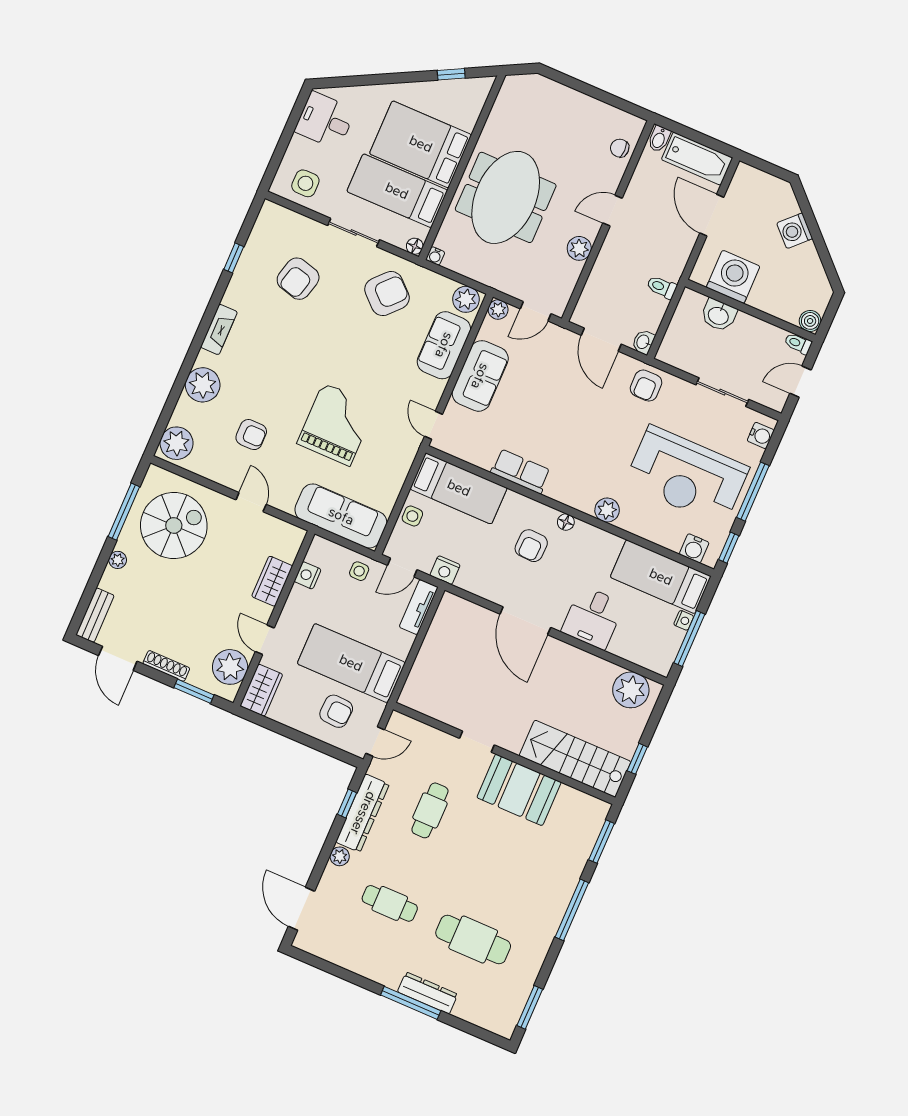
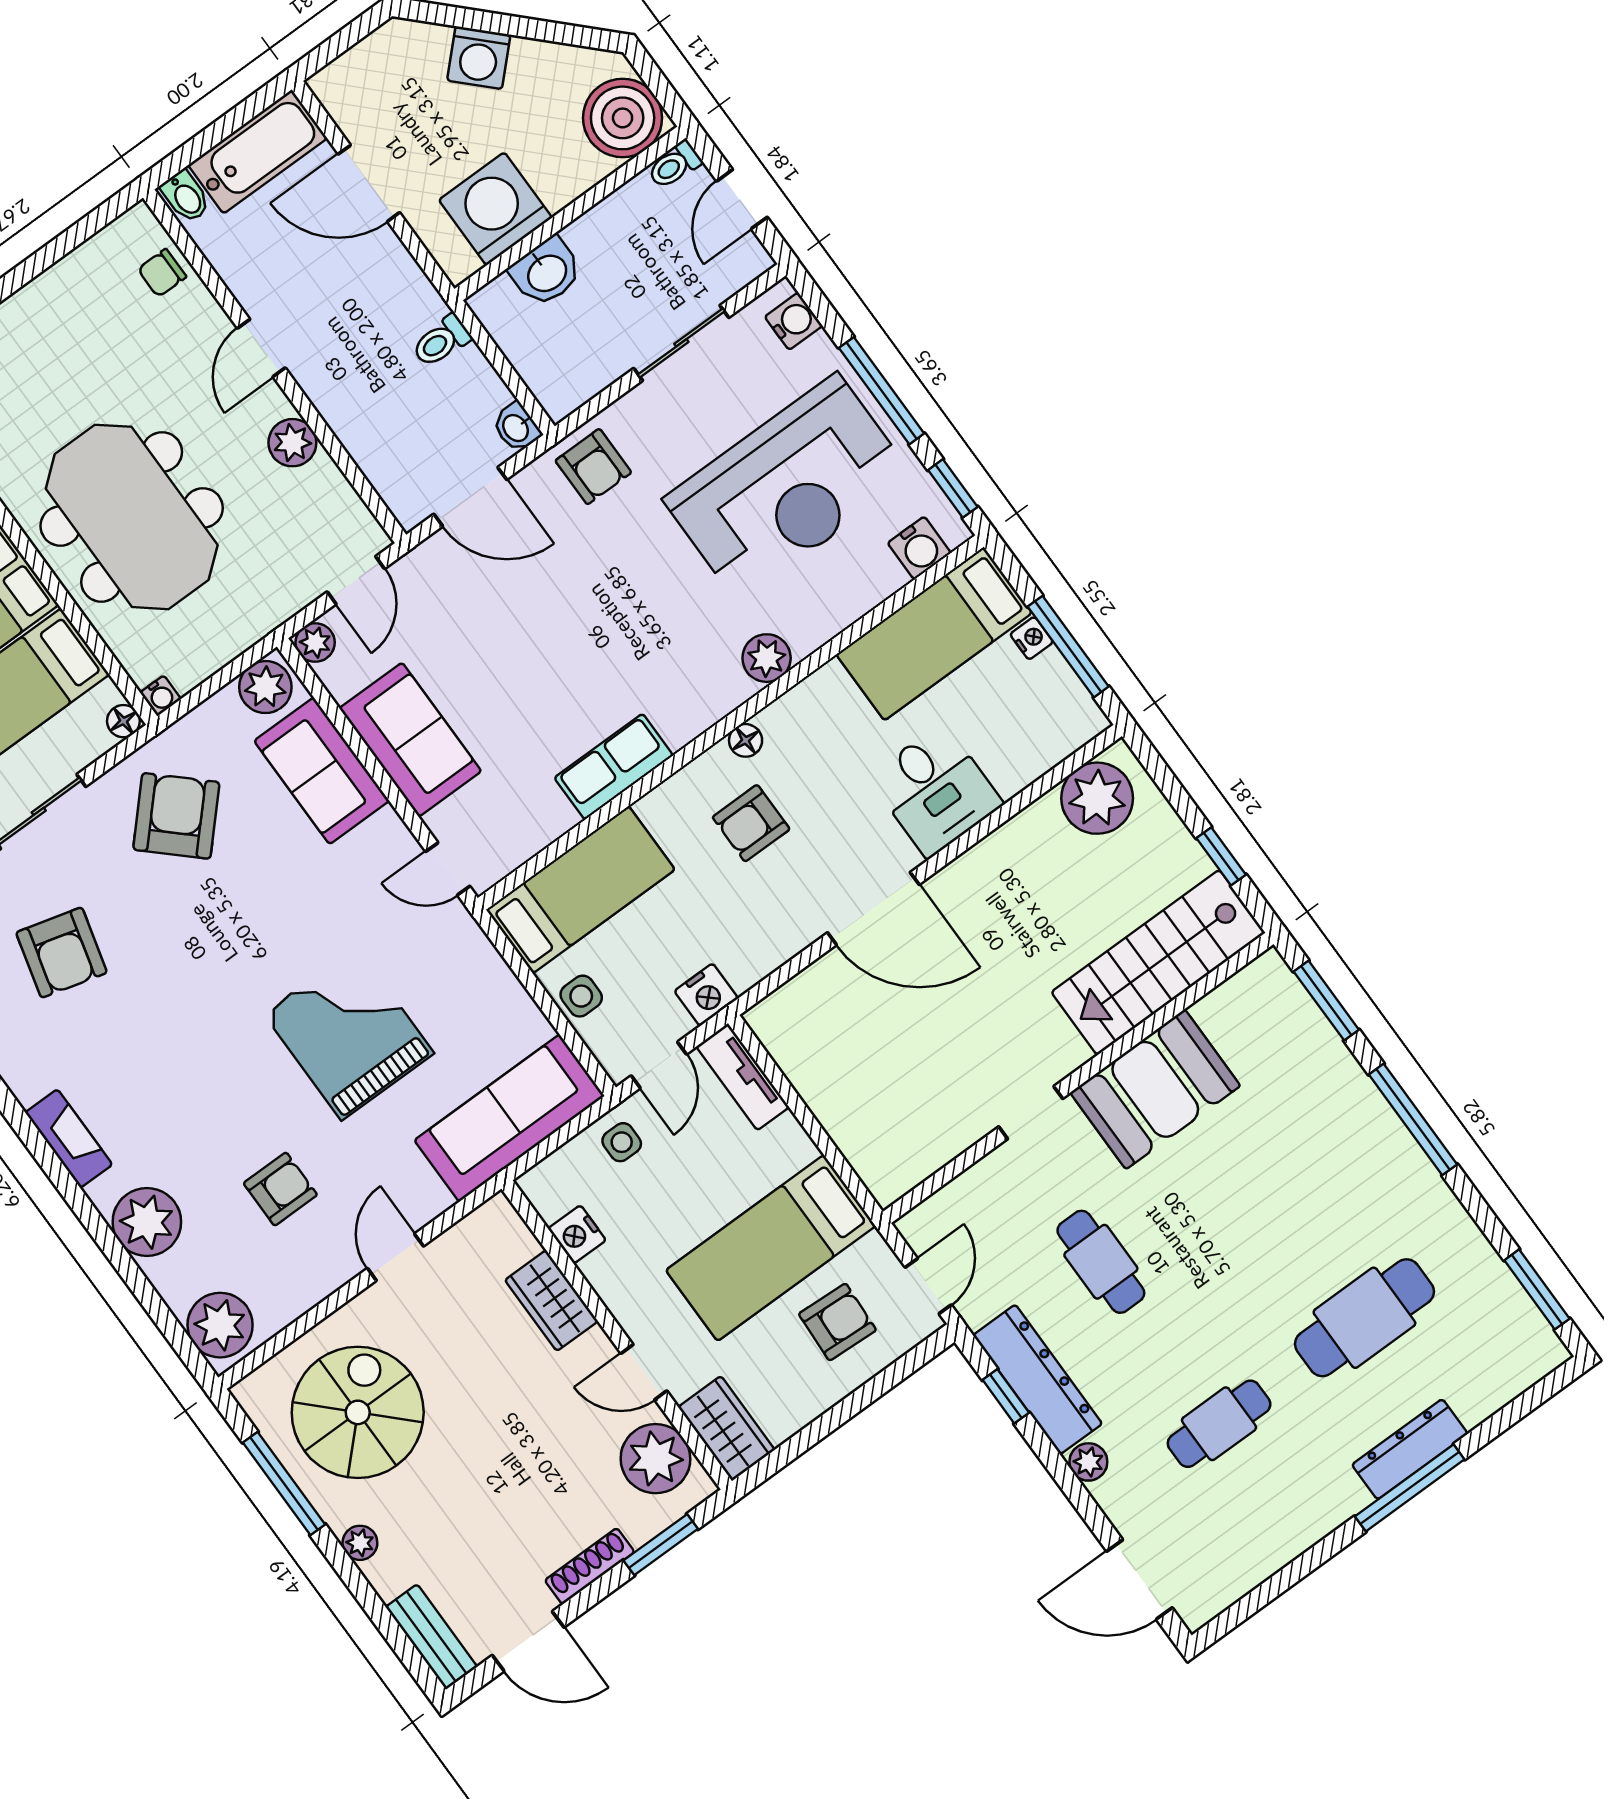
boiler: (810, 321) -> (623, 118), width x1.86, depth x1.86
door: (251, 502) -> (395, 1257), hinge flipped
armchair: (531, 546) -> (751, 823), turned 88

